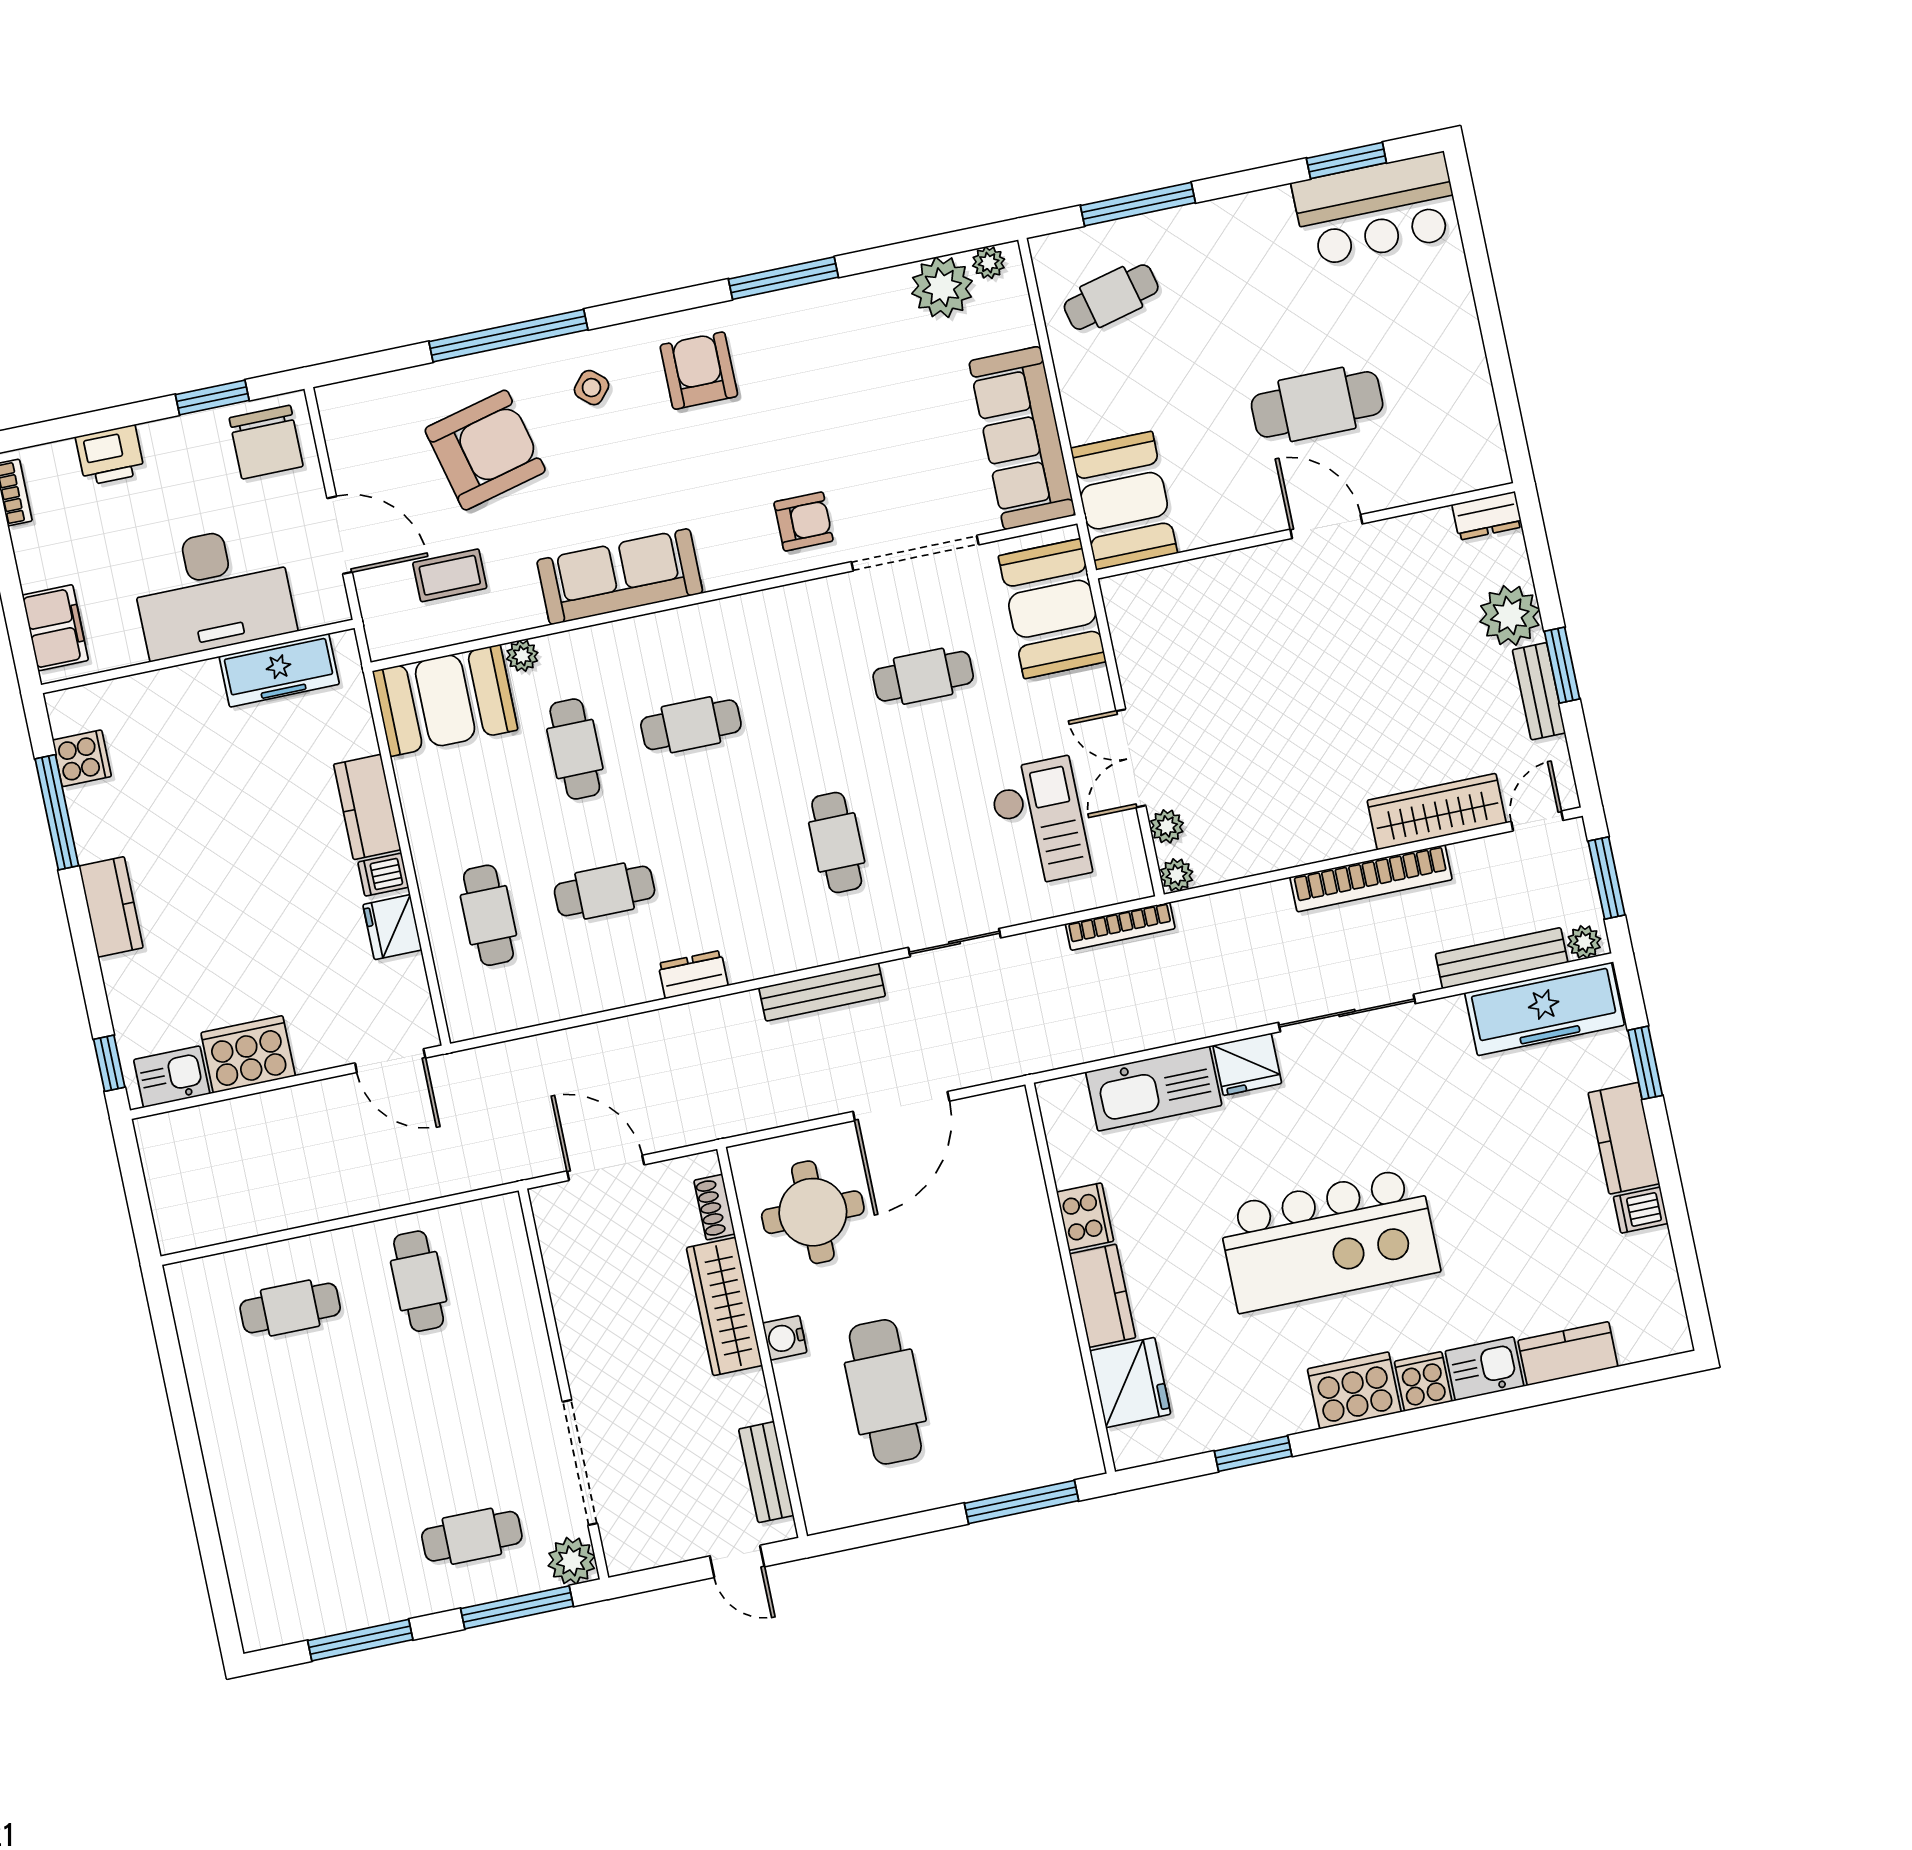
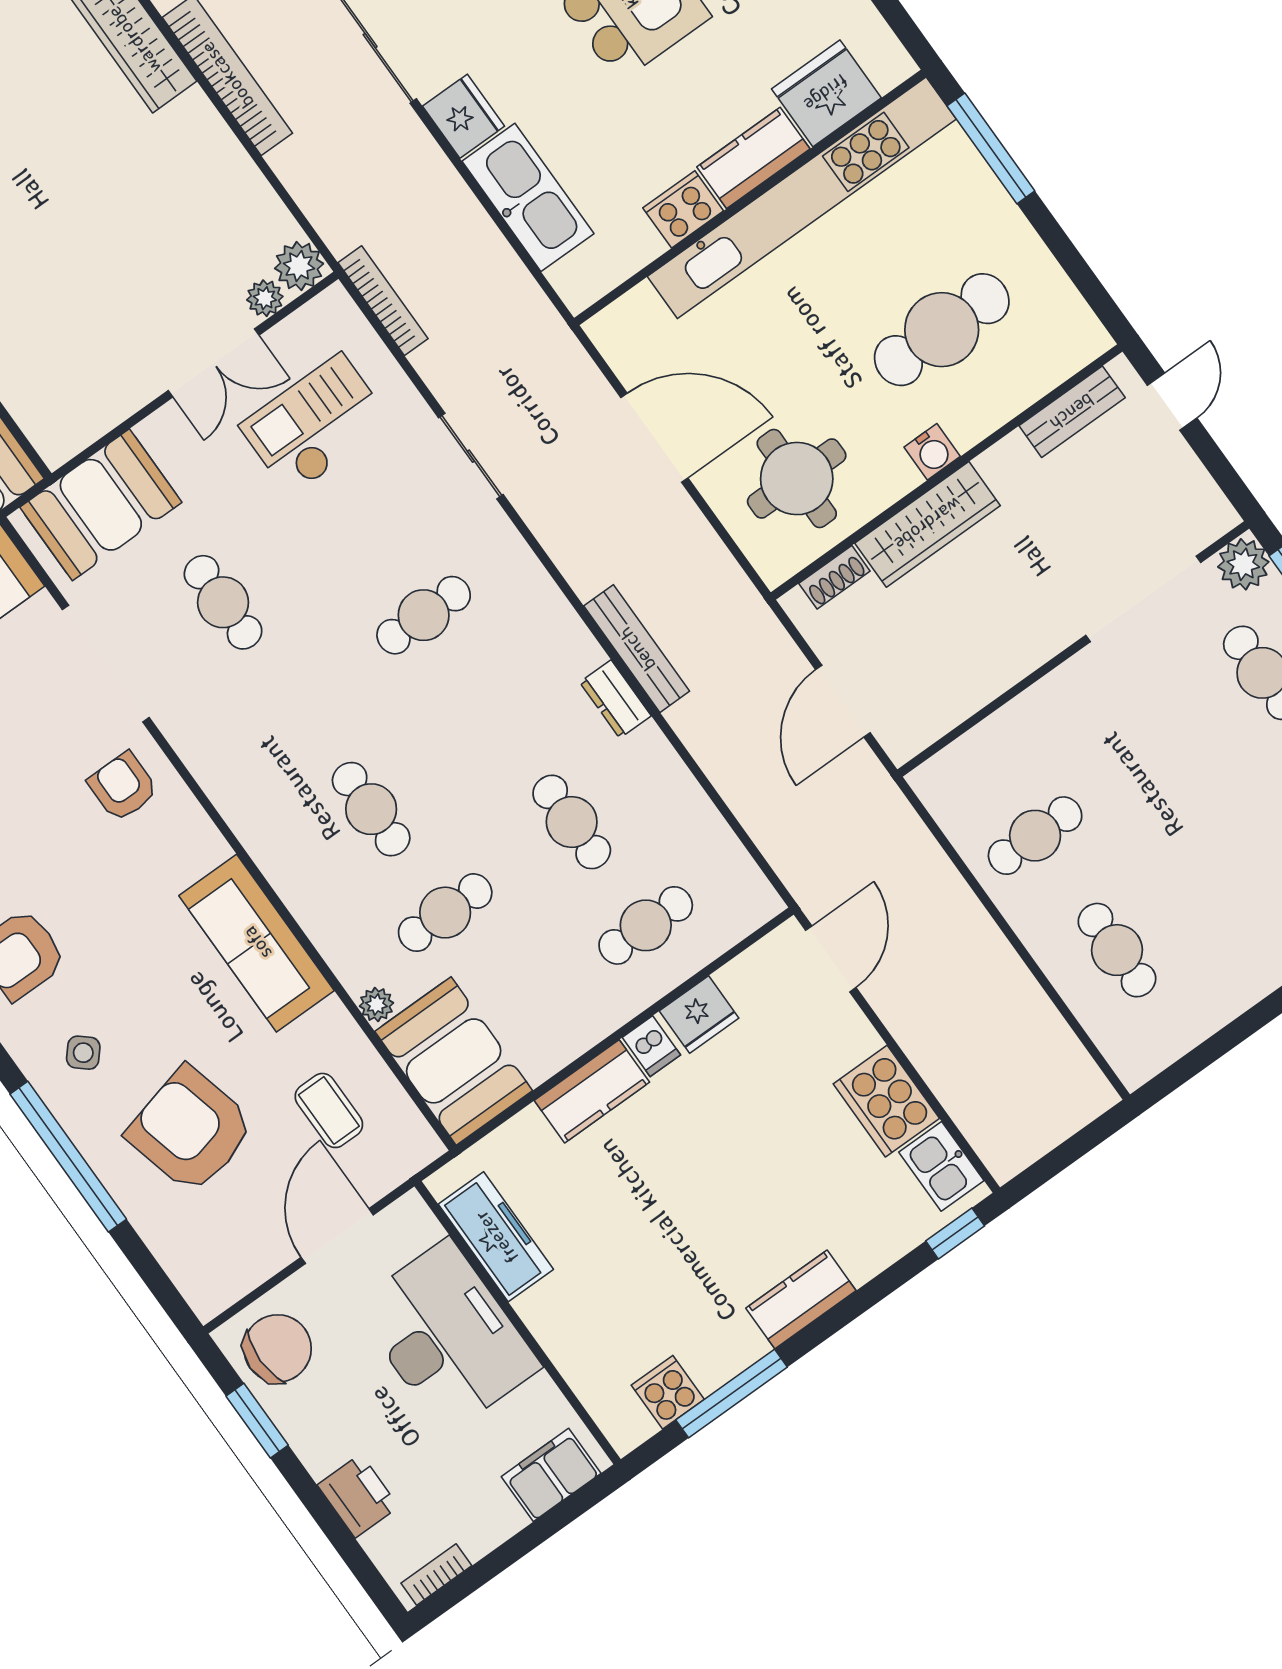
plant: (1177, 875) -> (299, 266), width x1.38, depth x1.38
bench: (822, 992) -> (637, 649), moved
kitchen unit: (1050, 1322) -> (802, 198), added

